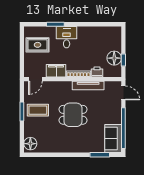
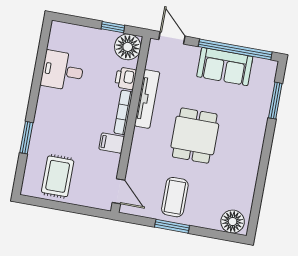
desk: (67, 37) -> (62, 71), moved
floor lamp: (114, 58) -> (128, 47), moved
filing cabinet: (56, 71) -> (112, 143), width x0.50
door: (123, 93) -> (172, 38), hinge flipped
sofa: (113, 138) -> (225, 67), moved

